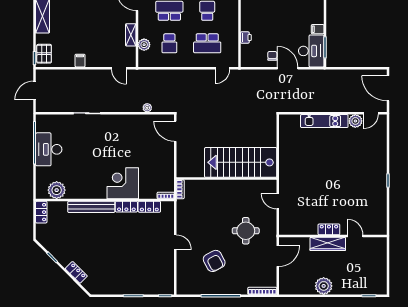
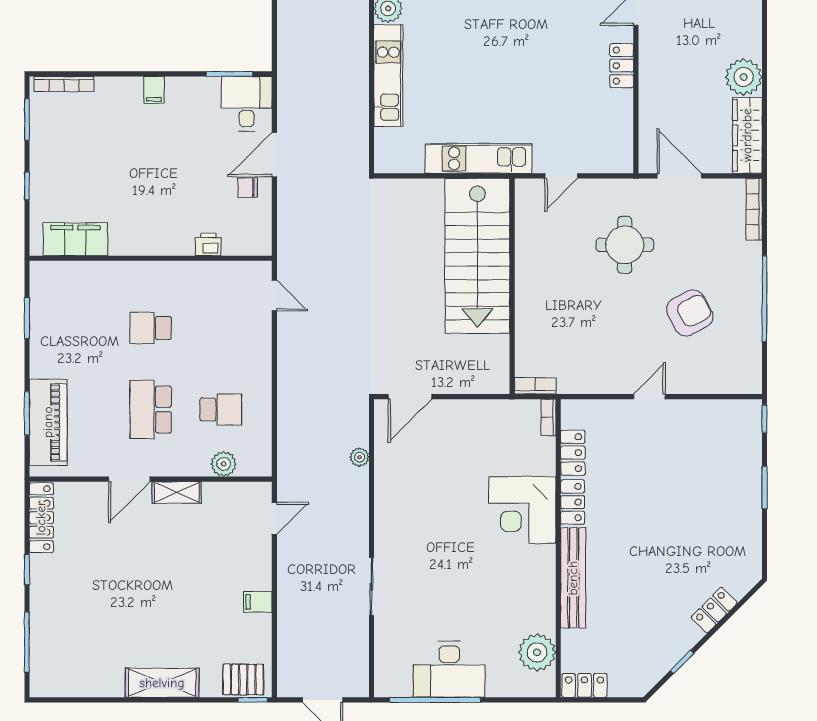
filing cabinet: (318, 29) -> (154, 90), moved
shelving: (131, 35) -> (177, 493), moved
school desk: (207, 43) -> (221, 328), removed
desk: (311, 51) -> (247, 104), width x0.73
kitchen unit: (286, 163) -> (479, 158), added
wardrobe: (328, 244) -> (747, 135), moved, turned 180

